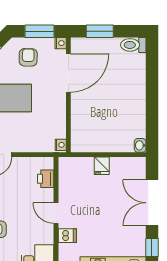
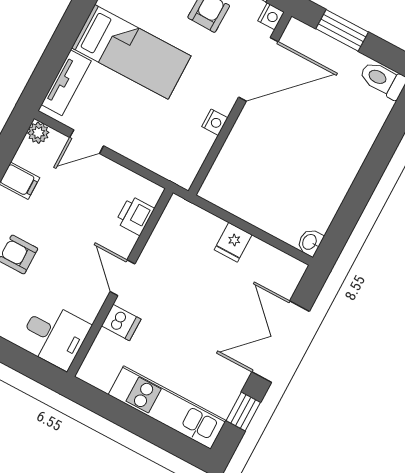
nightstand: (61, 145) -> (215, 122), moved

